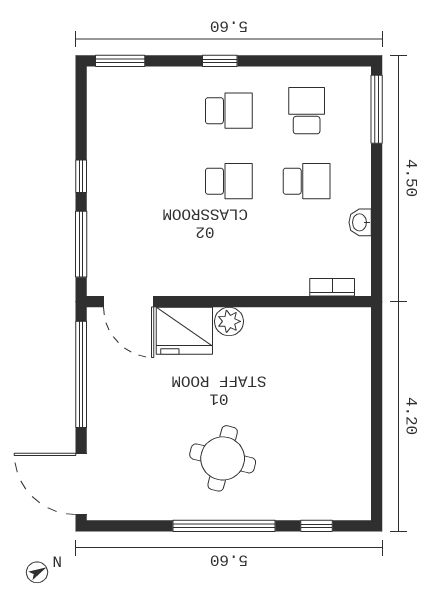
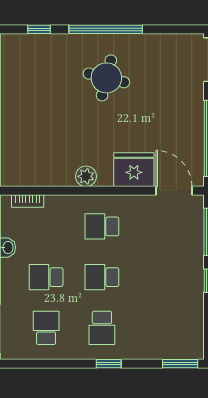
school desk: (229, 111) -> (102, 328), turned -90
school desk: (307, 111) -> (46, 328), turned 180
school desk: (229, 252) -> (102, 226), added
plant: (229, 321) -> (86, 176), moved

